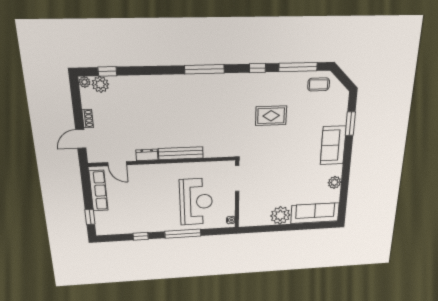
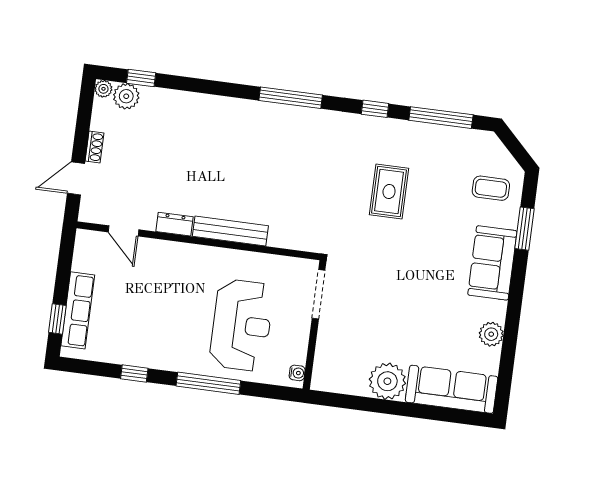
coffee table: (319, 84) -> (491, 188), moved
rug: (271, 116) -> (389, 192), turned 90
row of seats: (98, 191) -> (78, 310), moved

